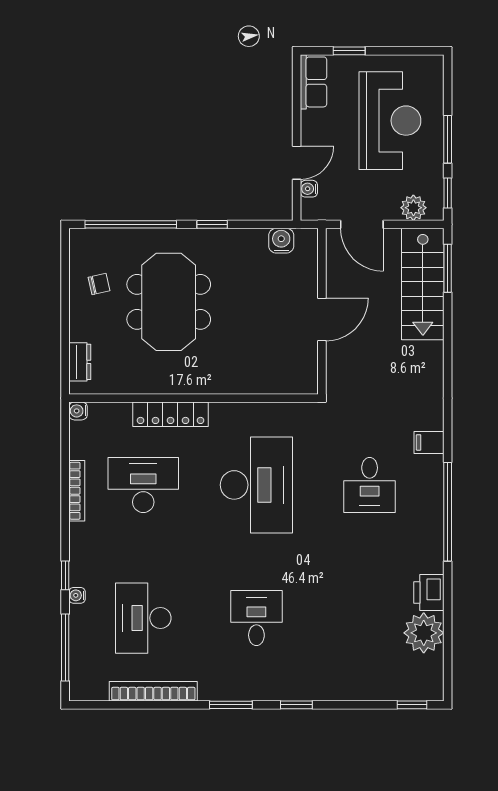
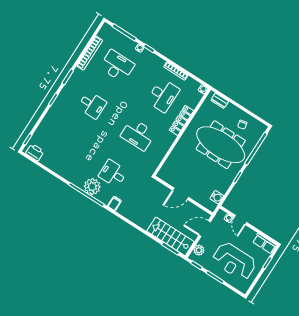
meeting table: (169, 302) -> (221, 145), width x1.36
door: (322, 319) -> (181, 194), hinge flipped
desk: (256, 485) -> (138, 134), width x0.73, depth x0.77
printer: (429, 593) -> (35, 152), moved
plant: (424, 633) -> (92, 187), moved

